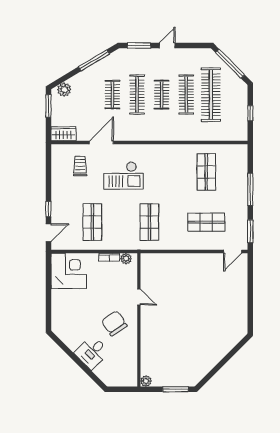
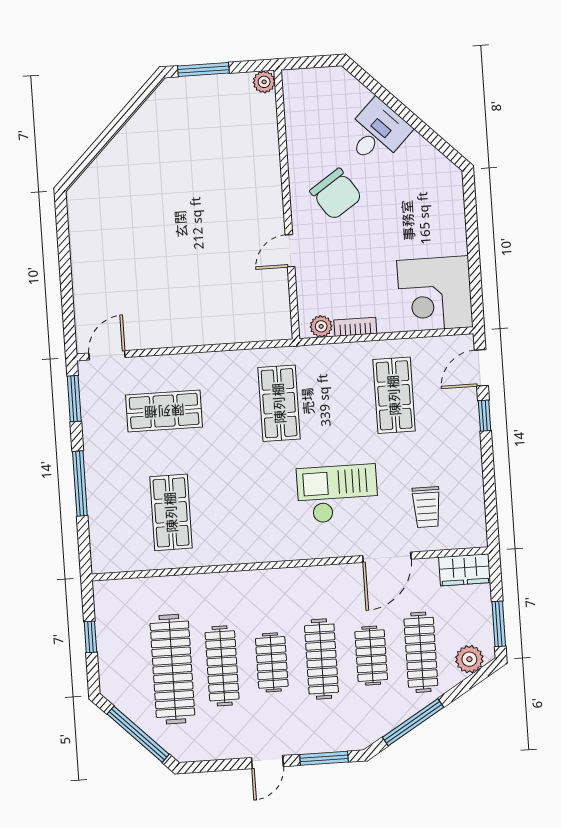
clothes rail: (88, 95) -> (421, 652), added
door: (139, 297) -> (290, 251), hinge flipped

